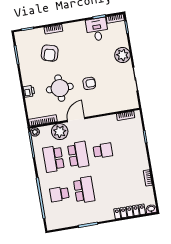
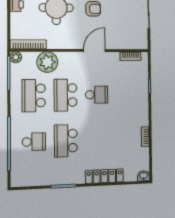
door: (76, 120) -> (94, 51), moved
school desk: (78, 155) -> (66, 95), turned 180
school desk: (84, 190) -> (66, 141), turned 180
school desk: (59, 194) -> (34, 142), turned 180
locker: (130, 211) -> (104, 176), moved

